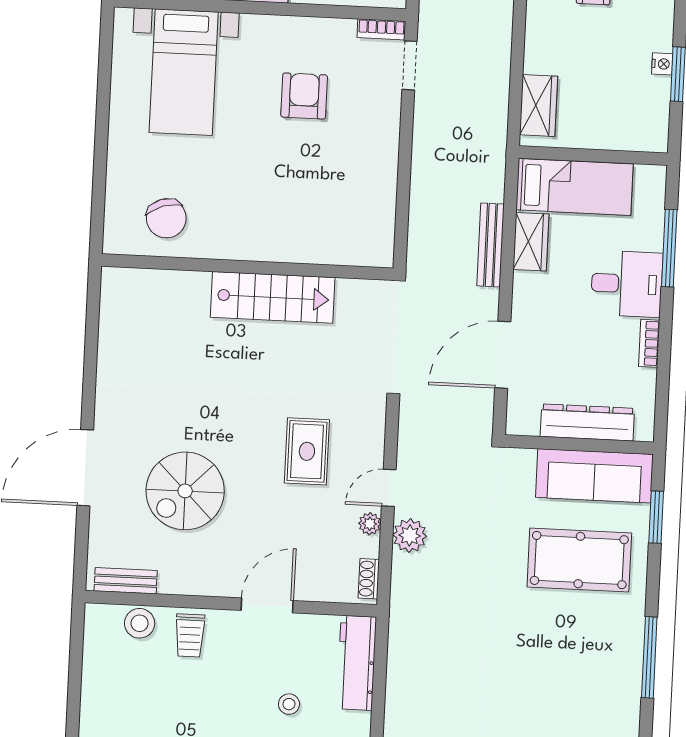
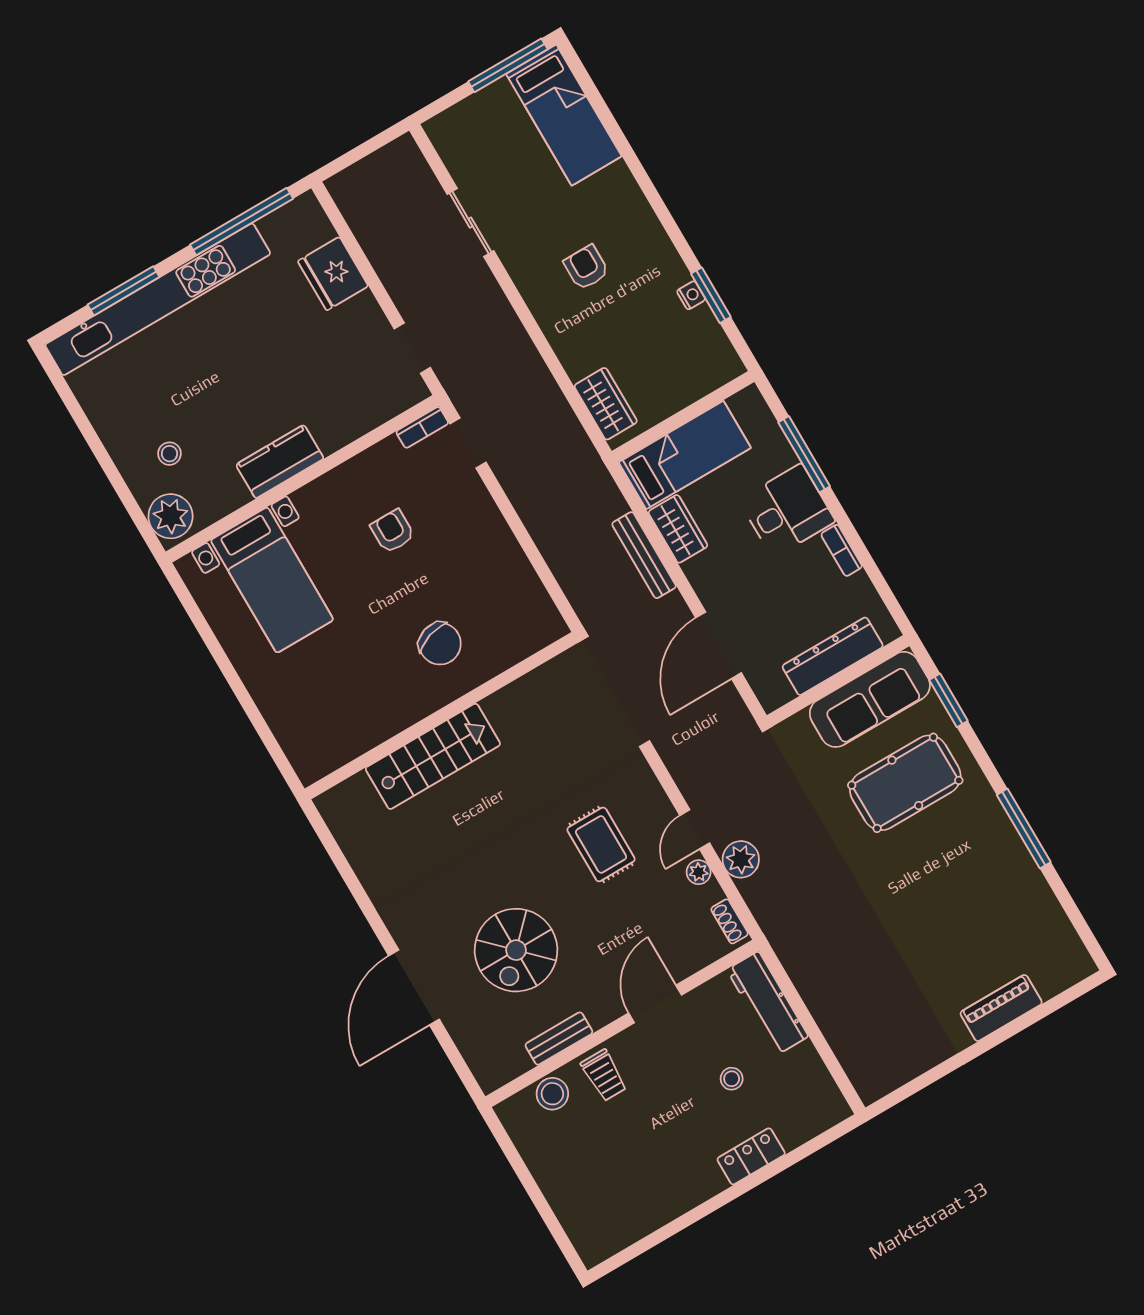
armchair: (304, 96) -> (392, 531), width x0.72, depth x0.72
chair: (166, 218) -> (440, 644), moved
stairs: (273, 297) -> (433, 756), moved
bench: (126, 581) -> (559, 1039), moved

